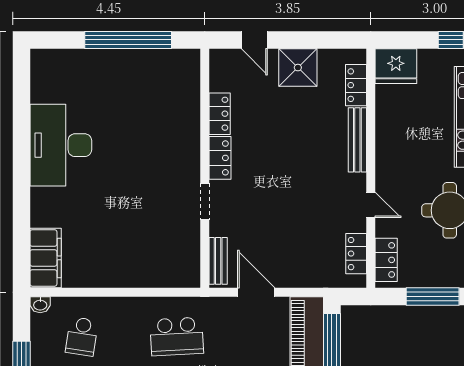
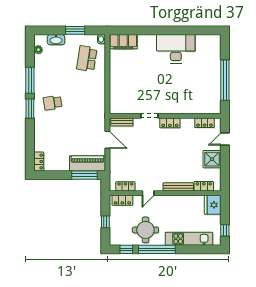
locker: (220, 114) -> (204, 123), moved
door: (256, 292) -> (107, 140), hinge flipped
window: (433, 297) -> (105, 222), width x0.46
school desk: (82, 336) -> (87, 59), width x1.85
school desk: (177, 336) -> (87, 103), removed

